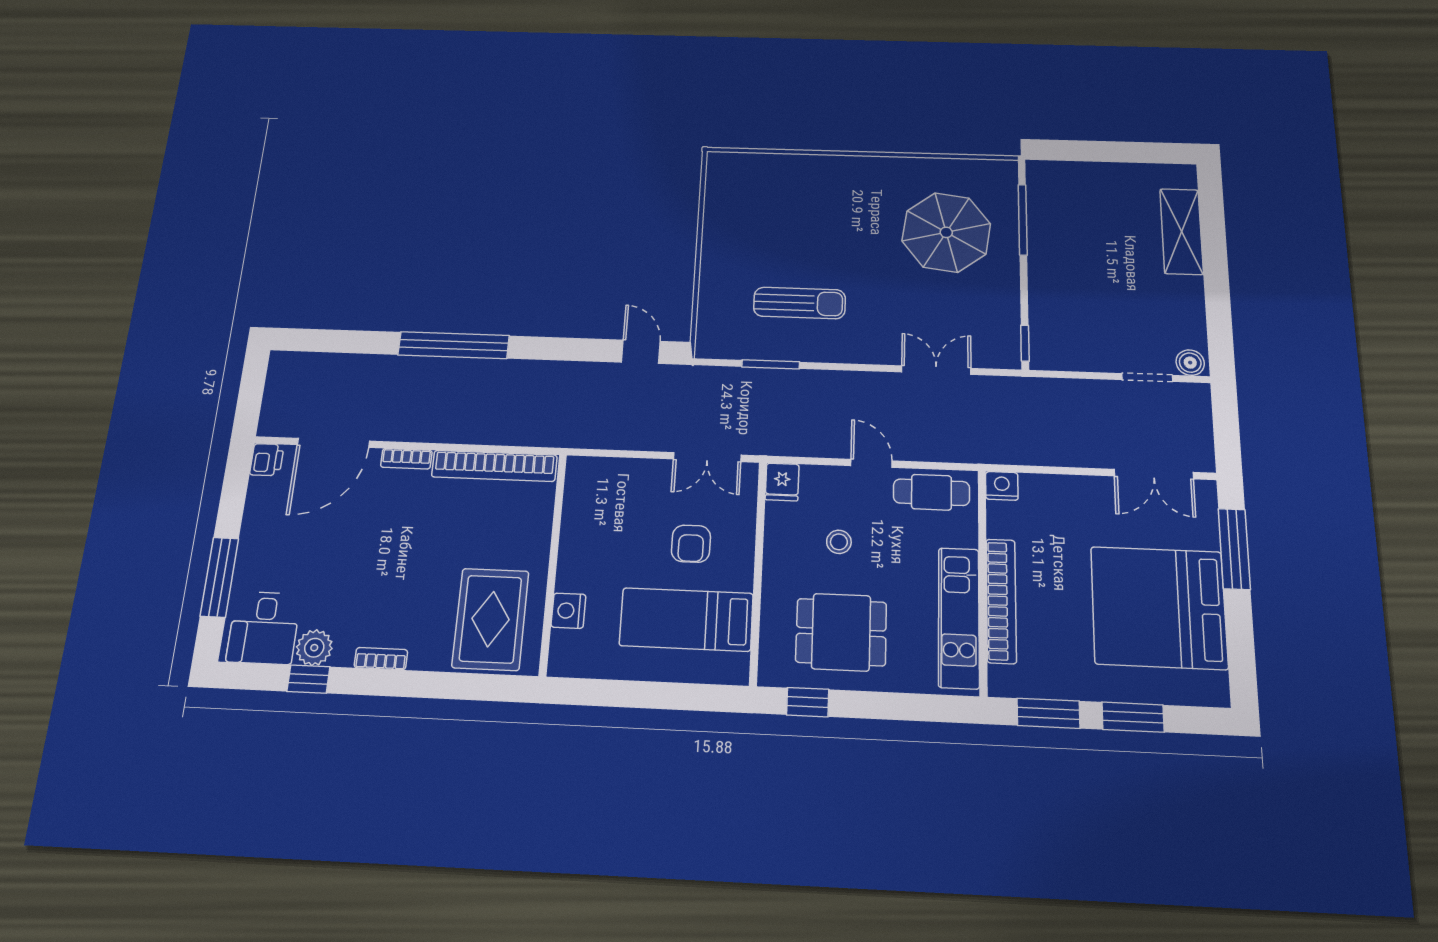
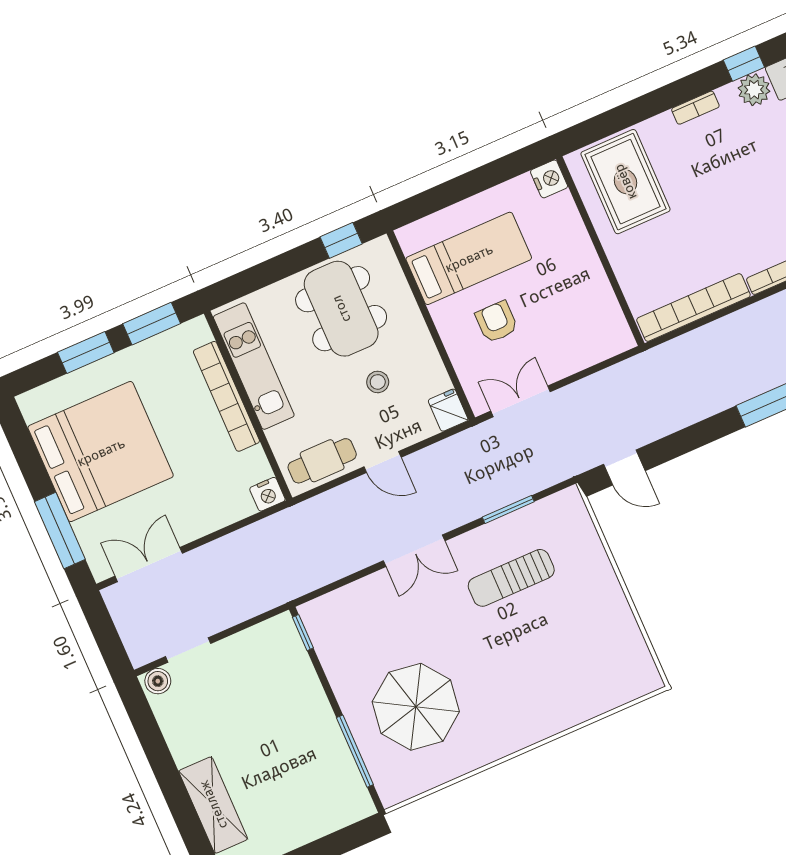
double door: (936, 370) -> (414, 551), moved
nightstand: (568, 611) -> (549, 179), moved
dining table: (841, 632) -> (341, 309), width x1.38

